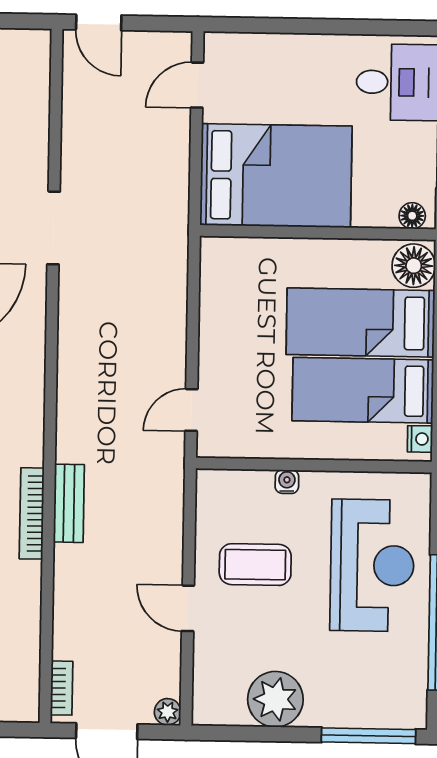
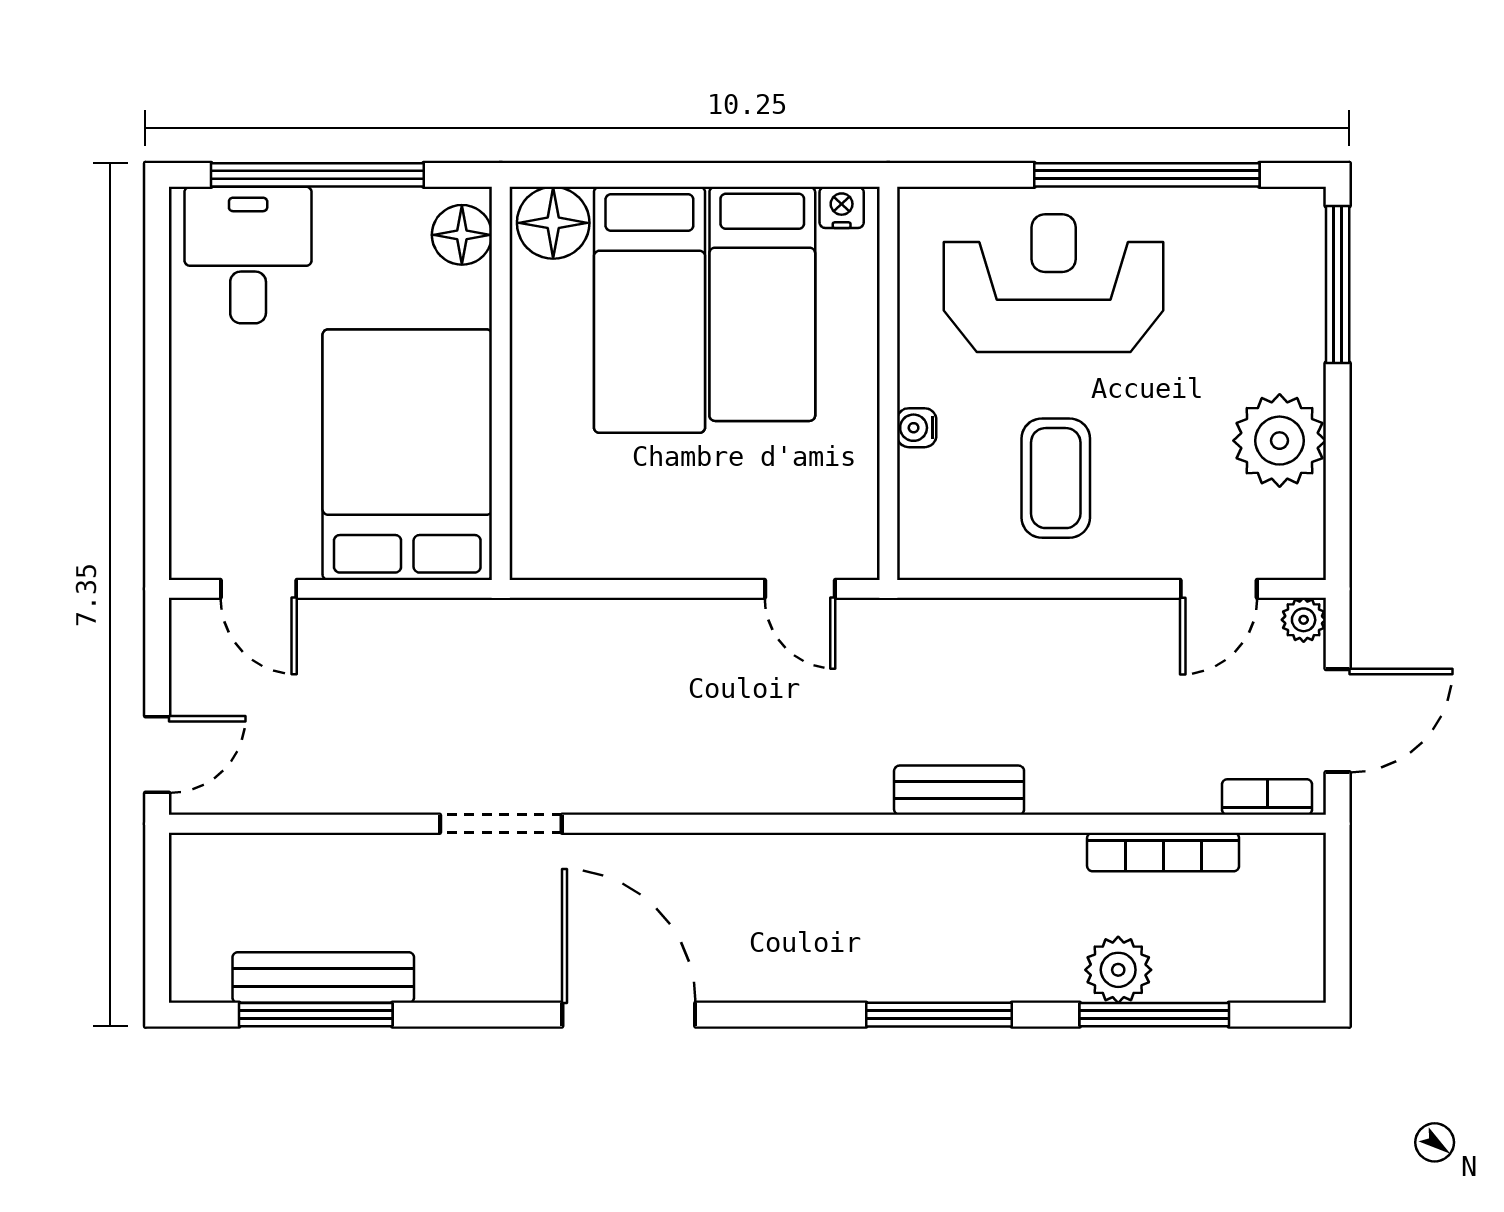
floor lamp: (412, 216) -> (462, 235), width x1.37, depth x1.37
bookcase: (32, 513) -> (1163, 852), moved
door: (188, 608) -> (1219, 589), moved

